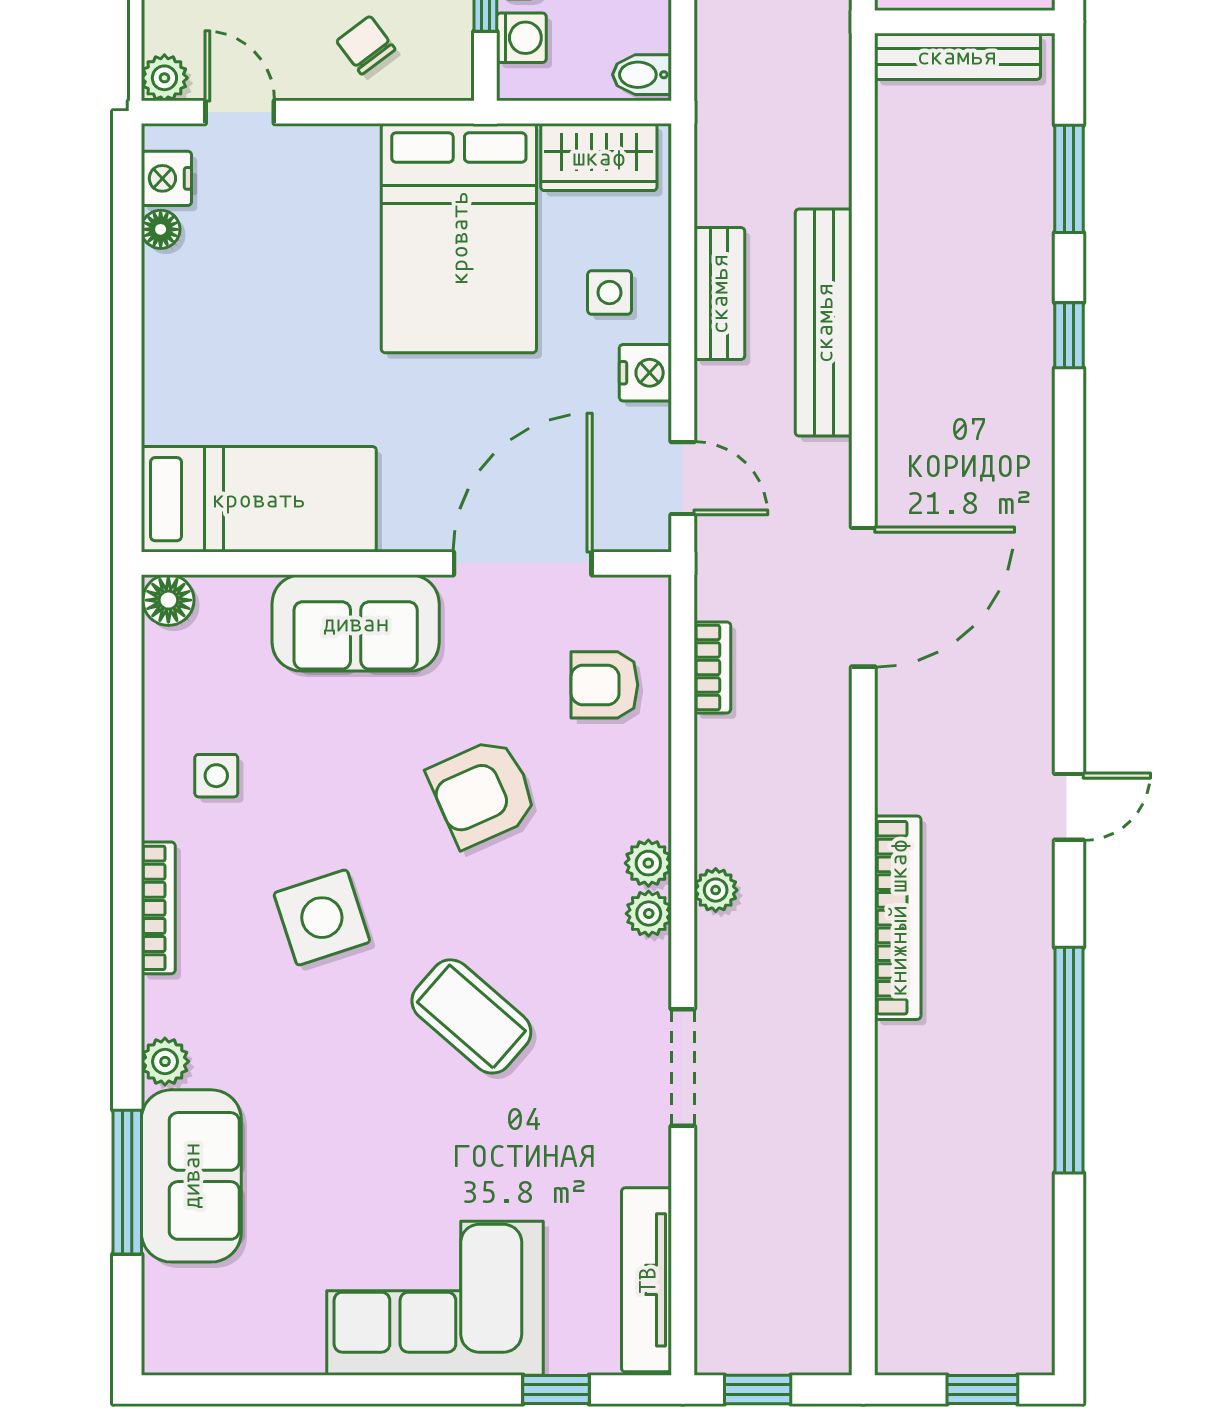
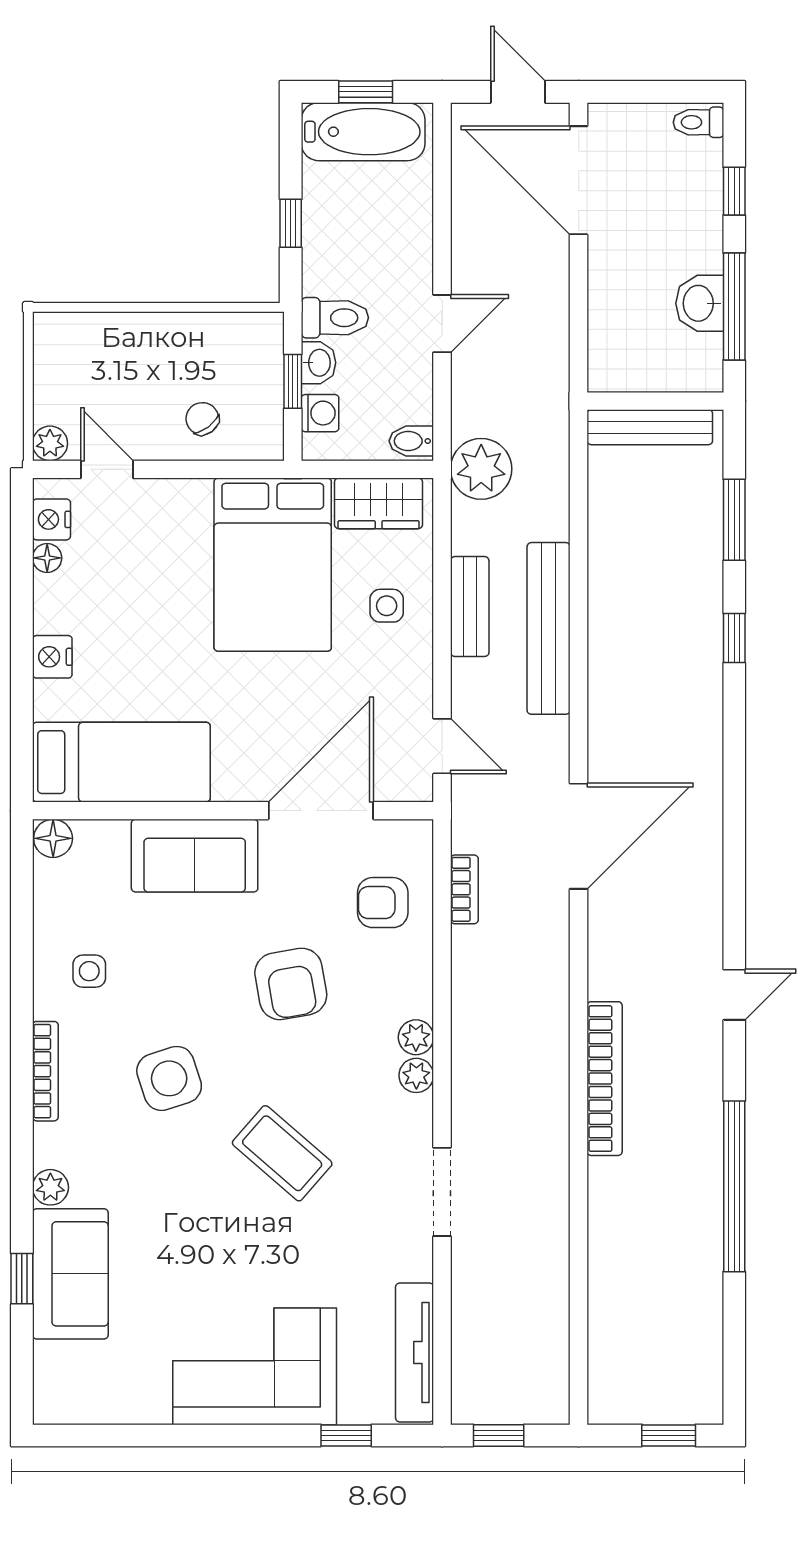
nightstand: (645, 373) -> (52, 657), moved, turned 180
armchair: (483, 793) -> (291, 984), turned -76
plant: (716, 890) -> (481, 469), moved, width x1.88, depth x1.88
window: (127, 1182) -> (22, 1279), width x0.46

